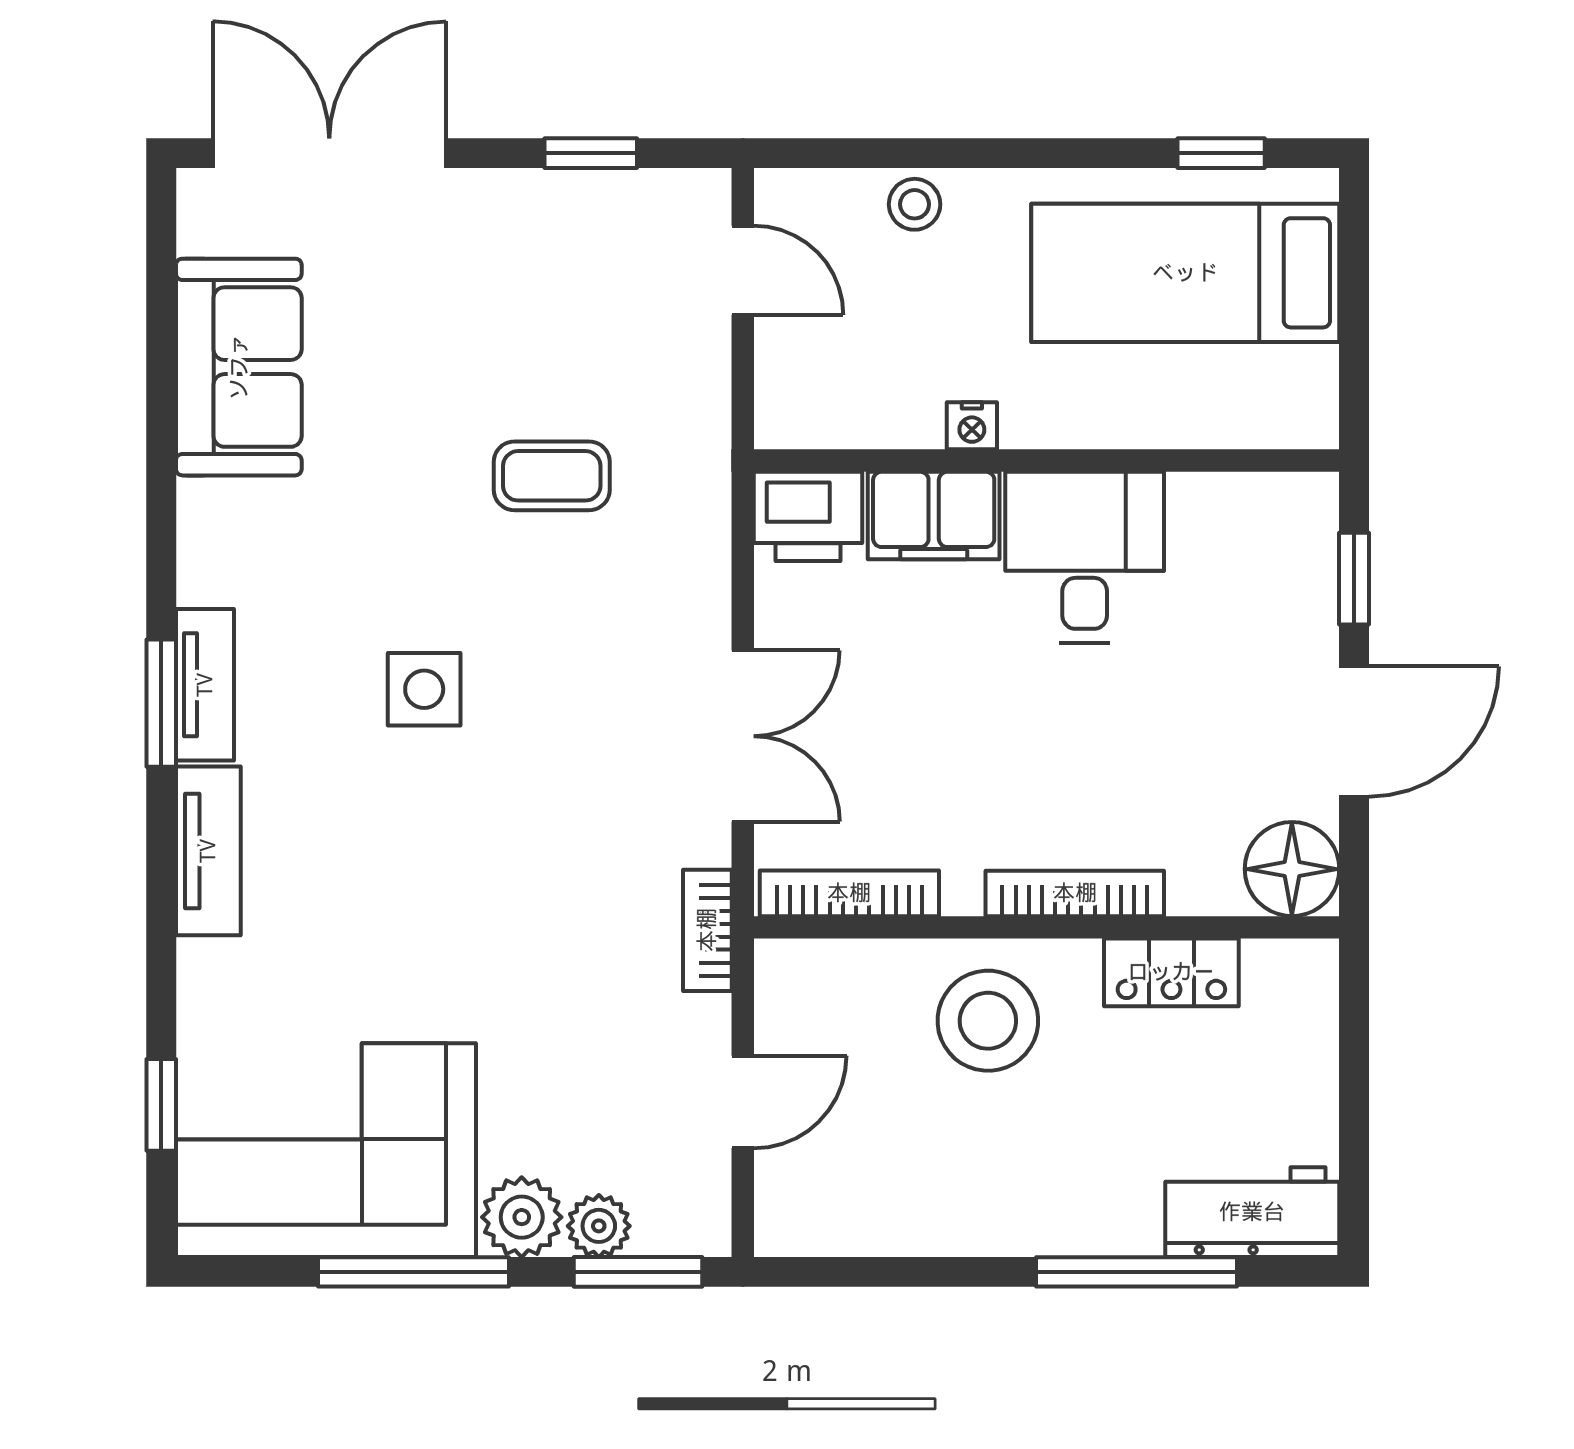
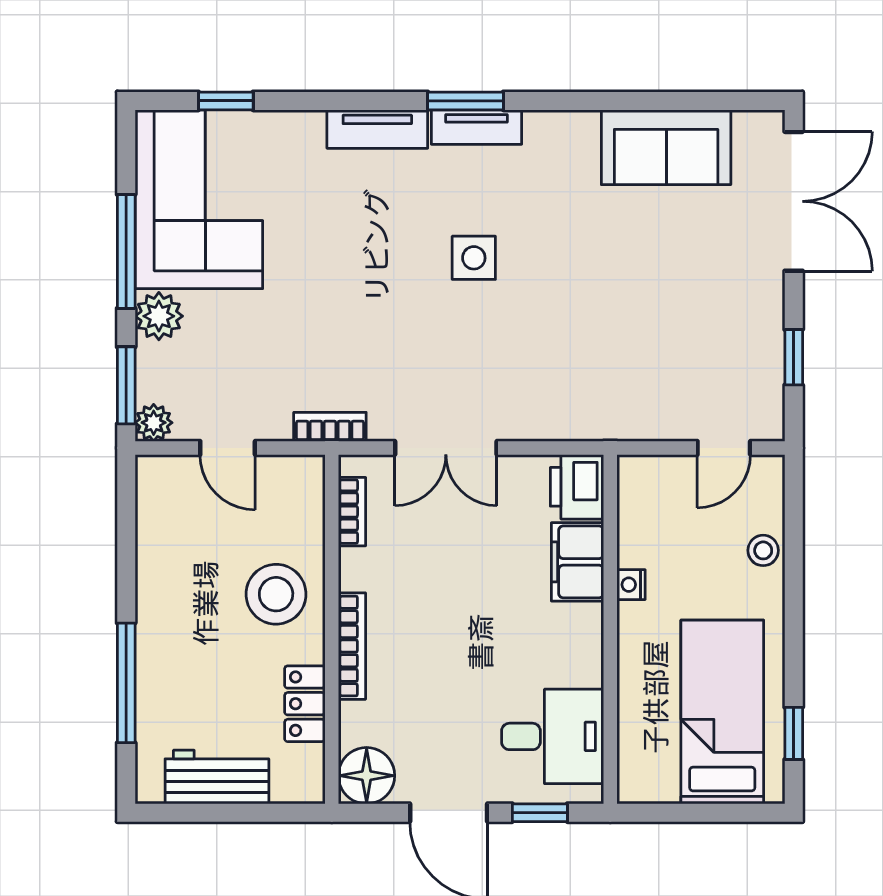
coffee table: (552, 476) -> (601, 334), removed
desk: (1085, 557) -> (553, 736), moved
bookcase: (849, 893) -> (352, 512), width x0.64
workbench: (1252, 1212) -> (217, 777), moved, turned -90
plant: (599, 1226) -> (154, 423), moved

